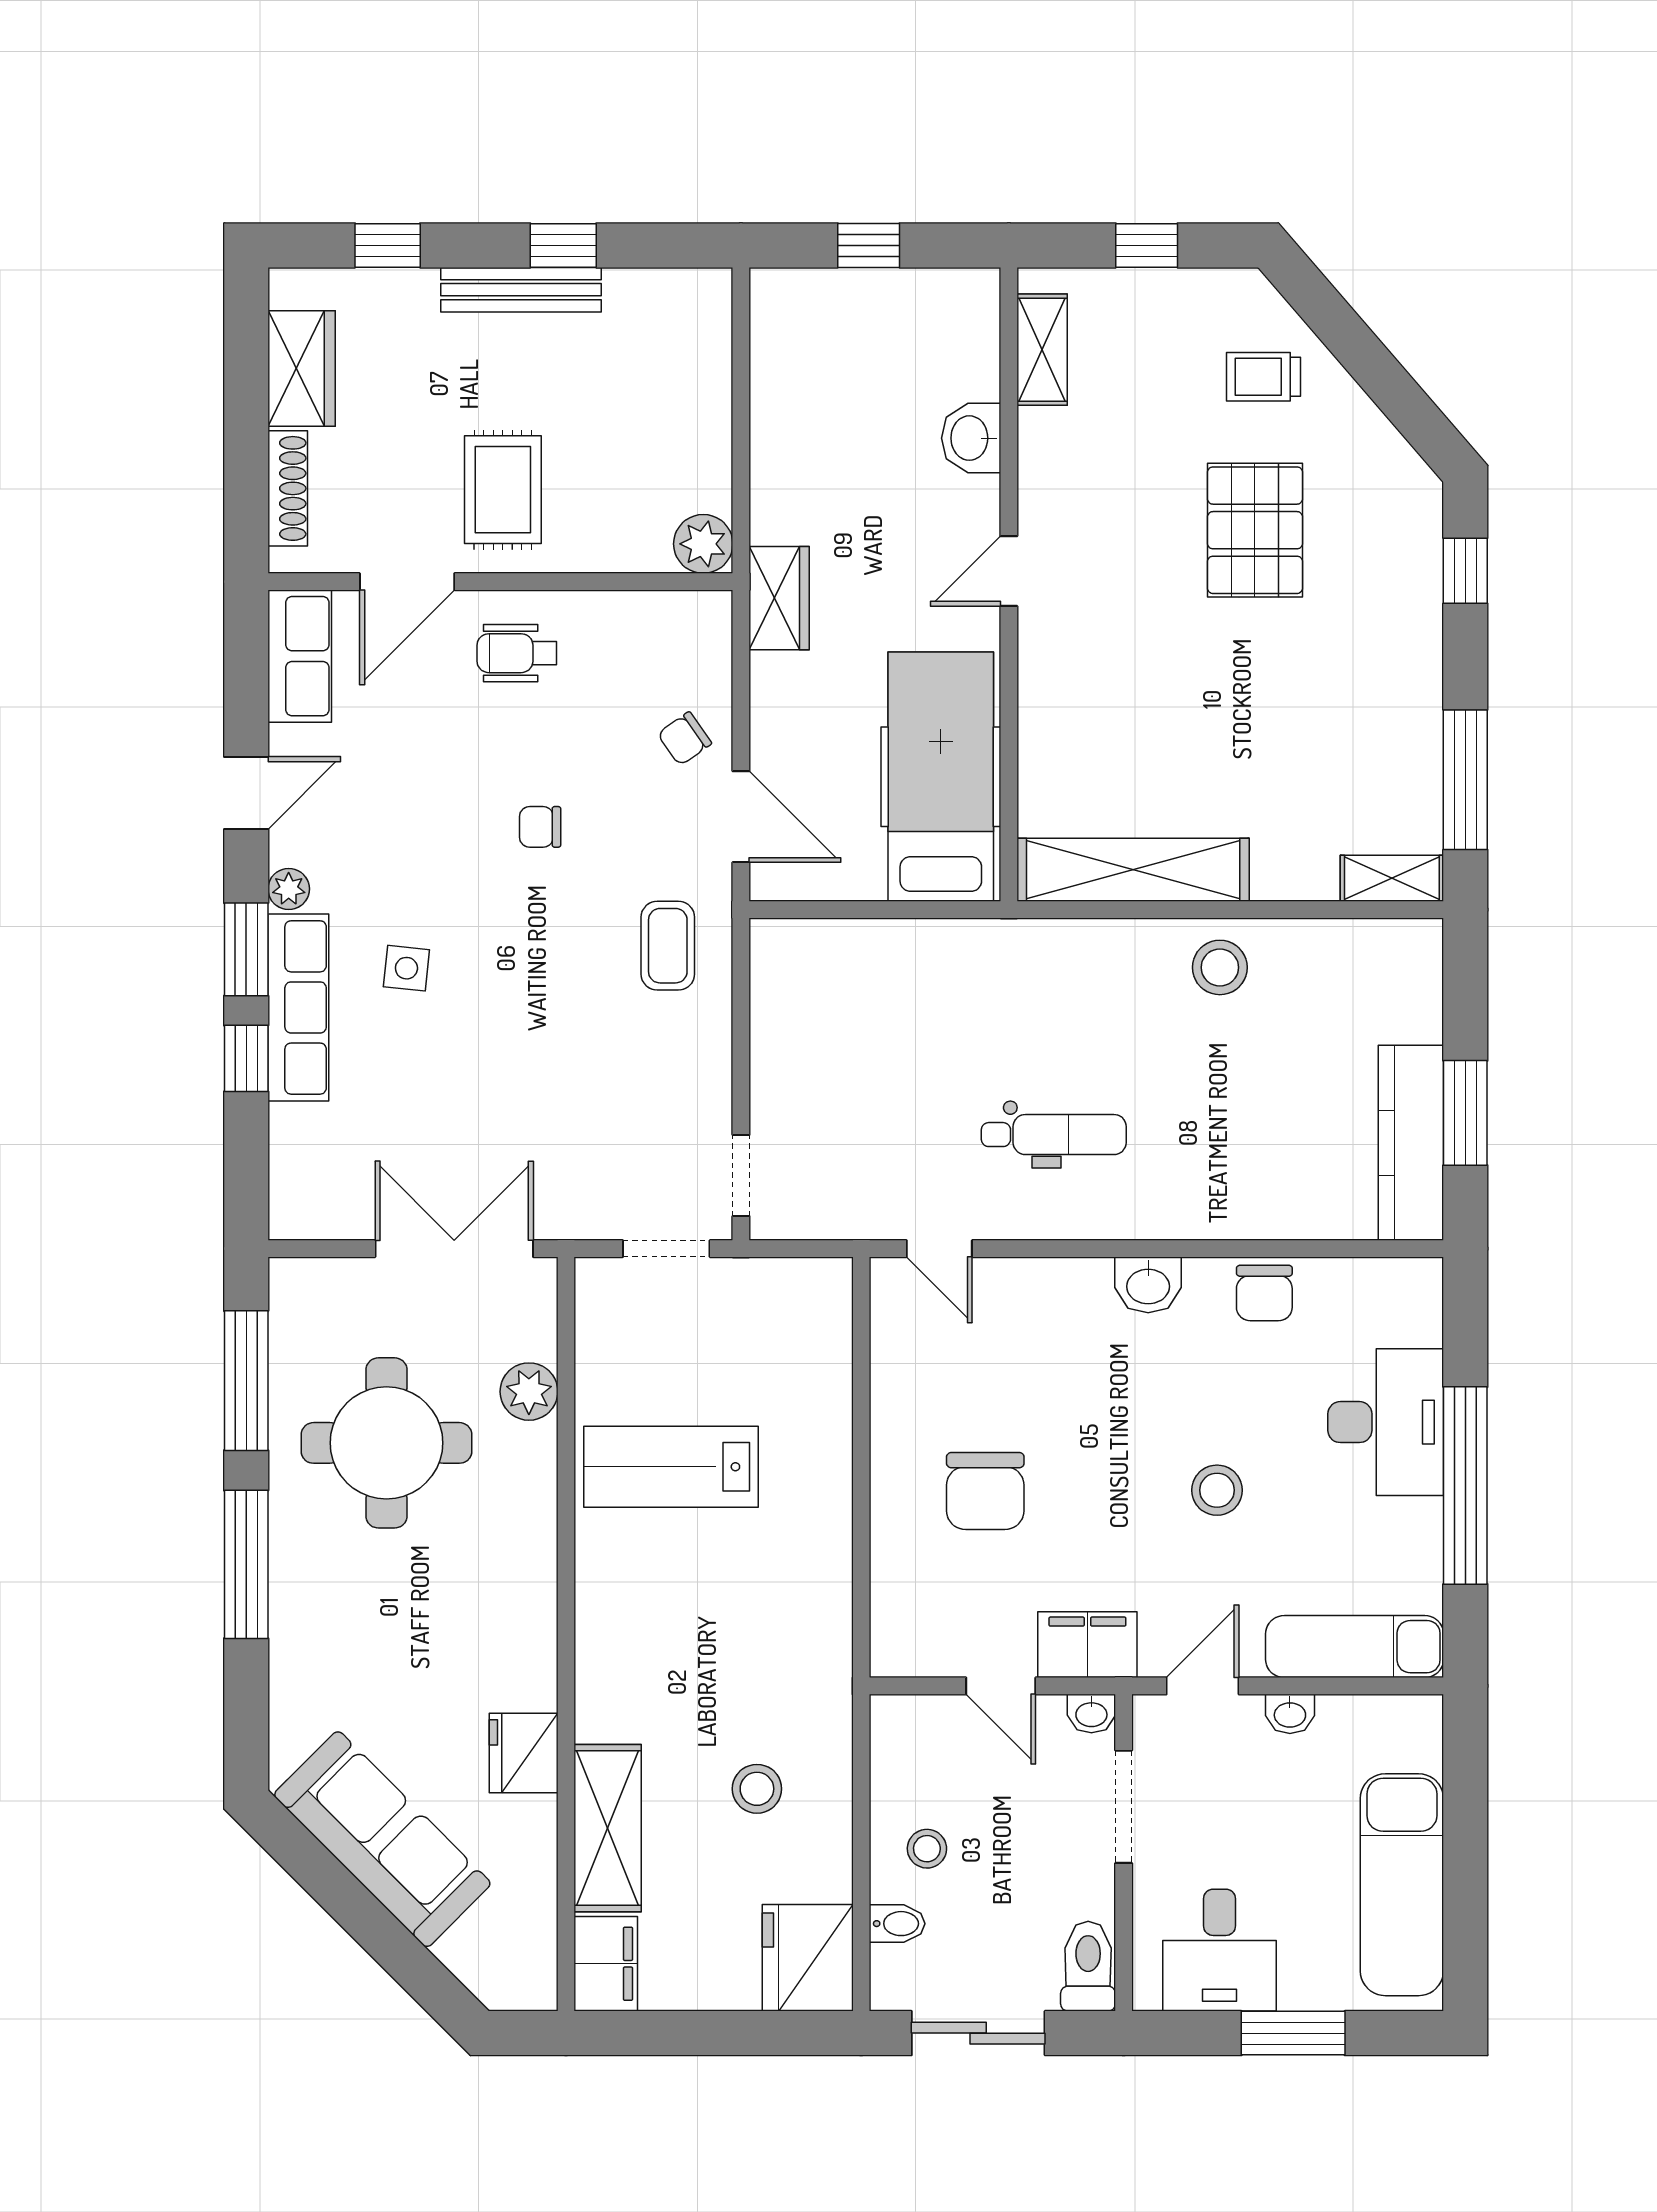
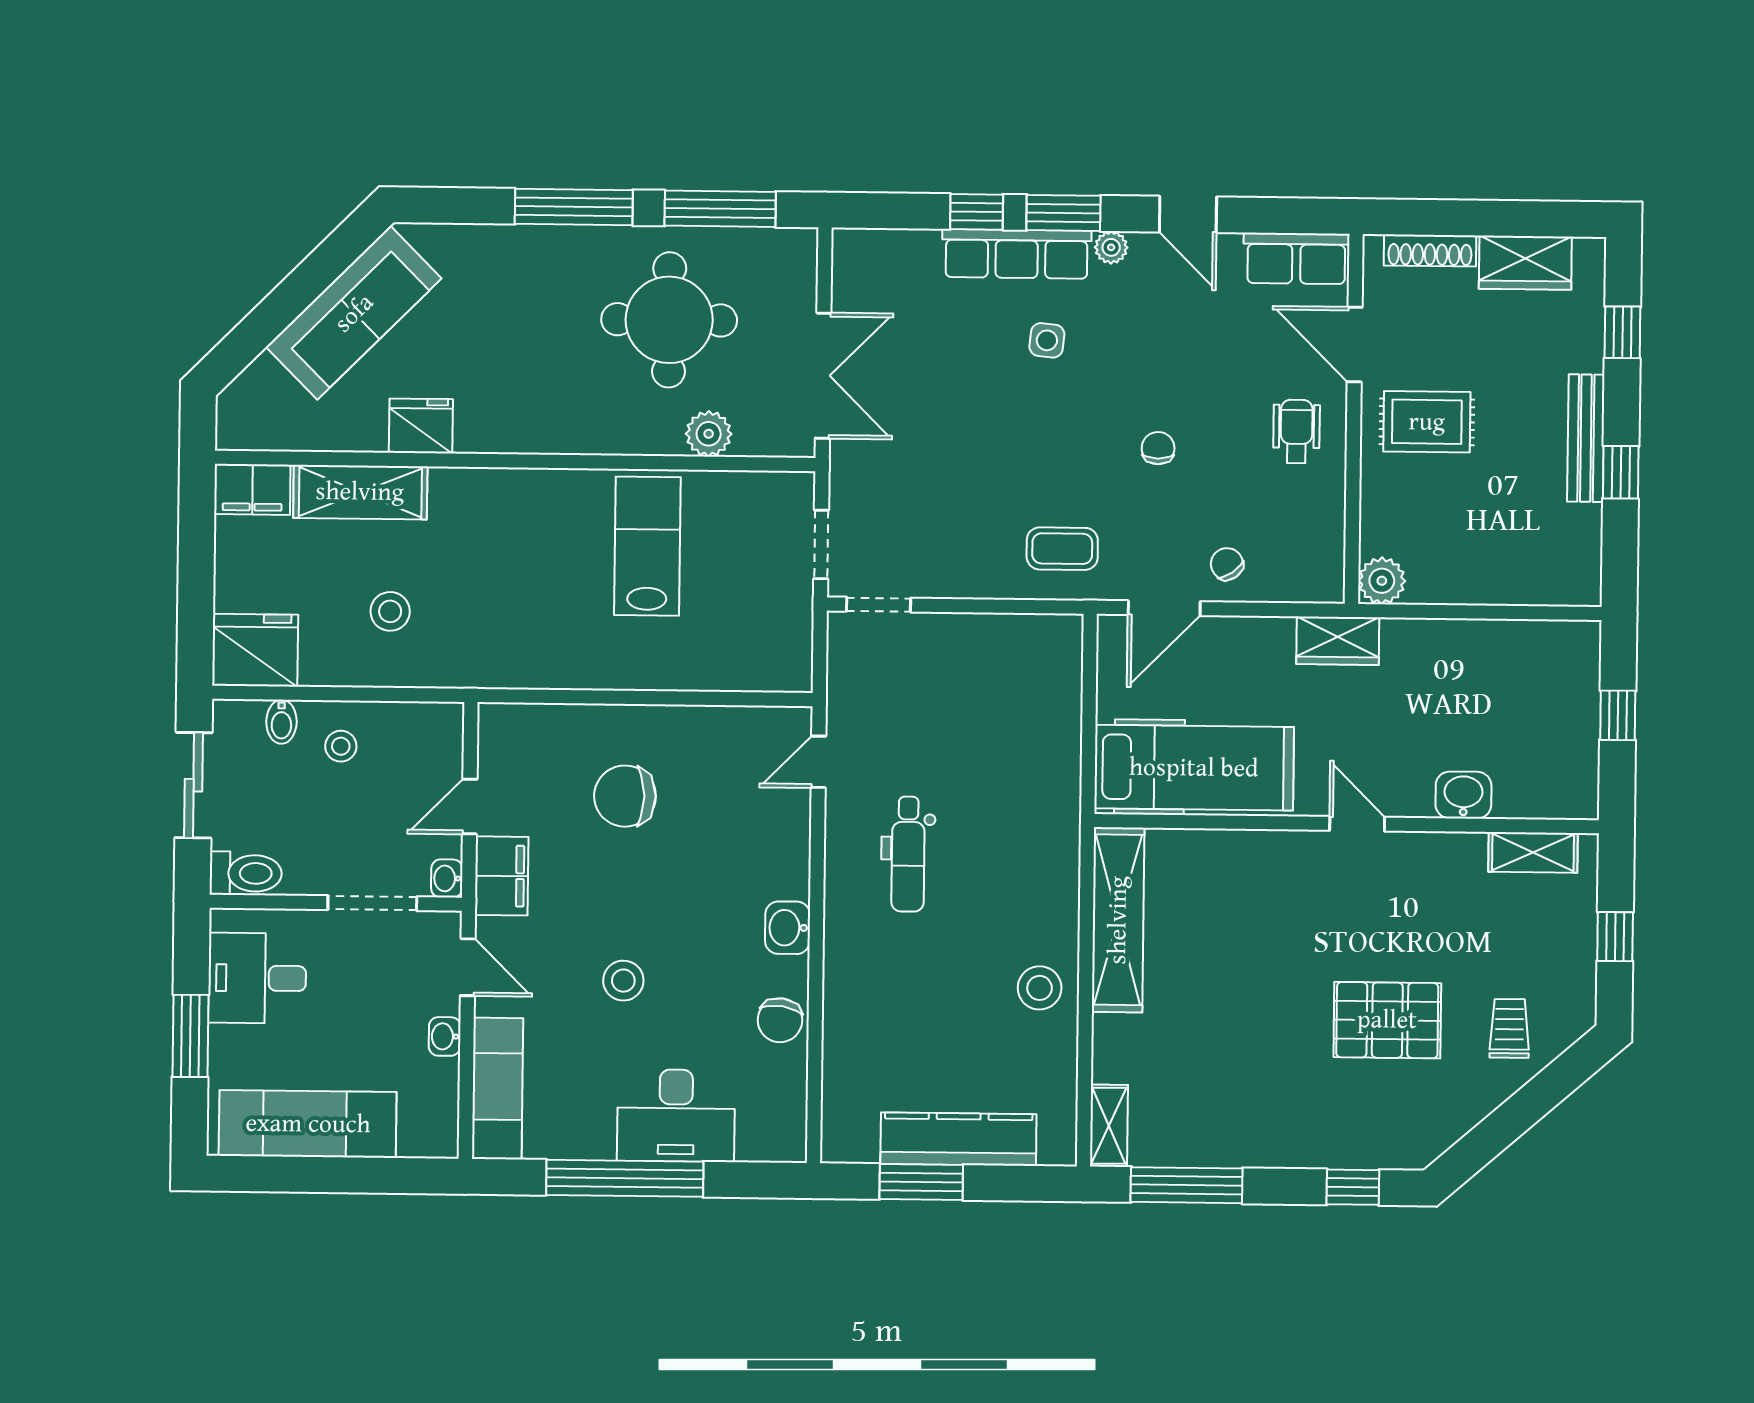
kitchen counter: (1411, 1143) -> (958, 1139), moved
chair: (1264, 1293) -> (780, 1020), turned -82

